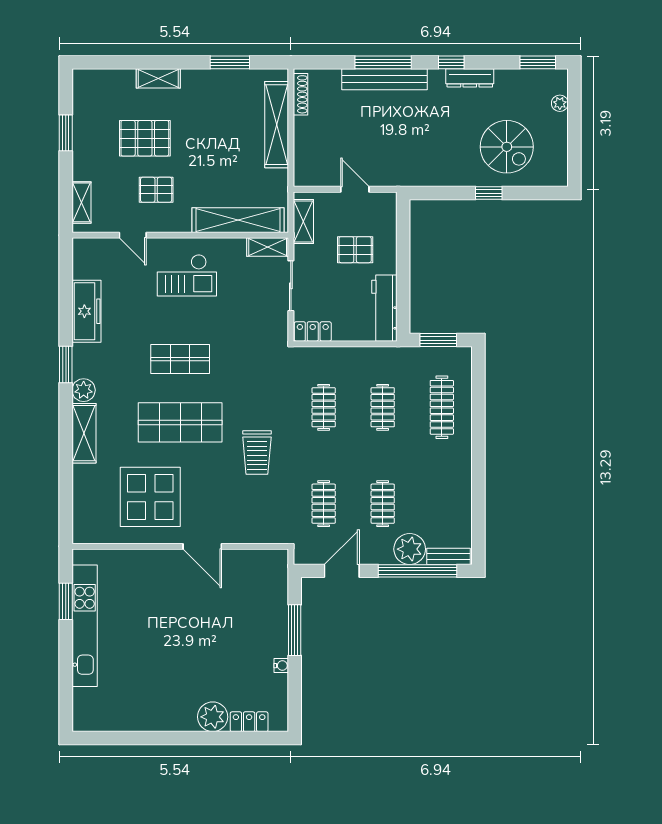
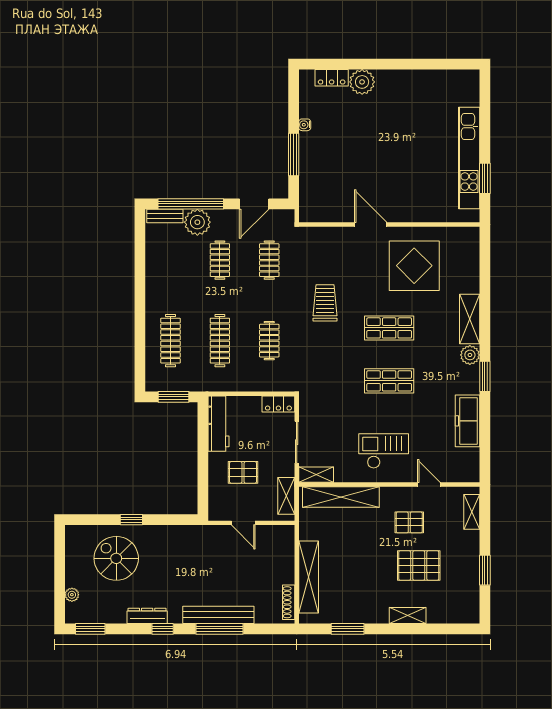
clothes rail: (383, 407) -> (220, 341), width x1.36
shop shelf: (180, 422) -> (389, 328), width x0.70, depth x0.74

